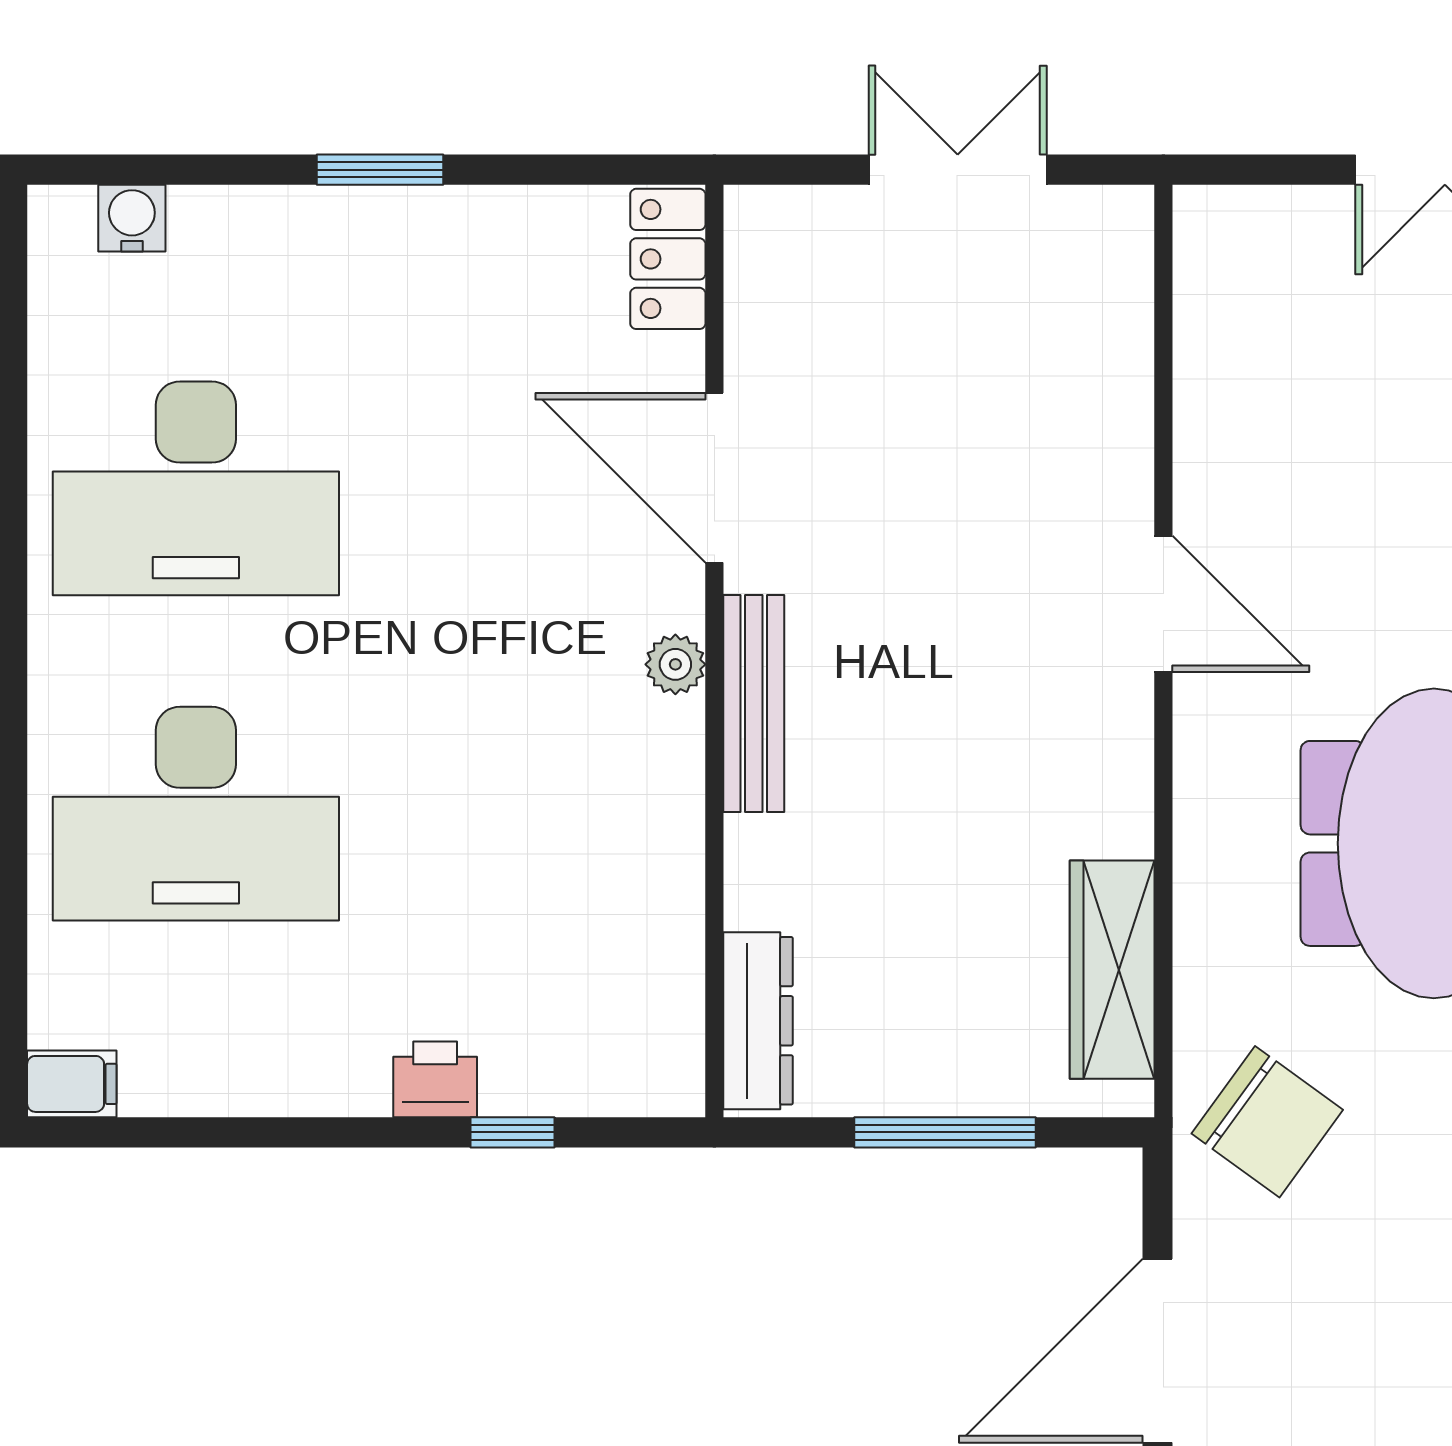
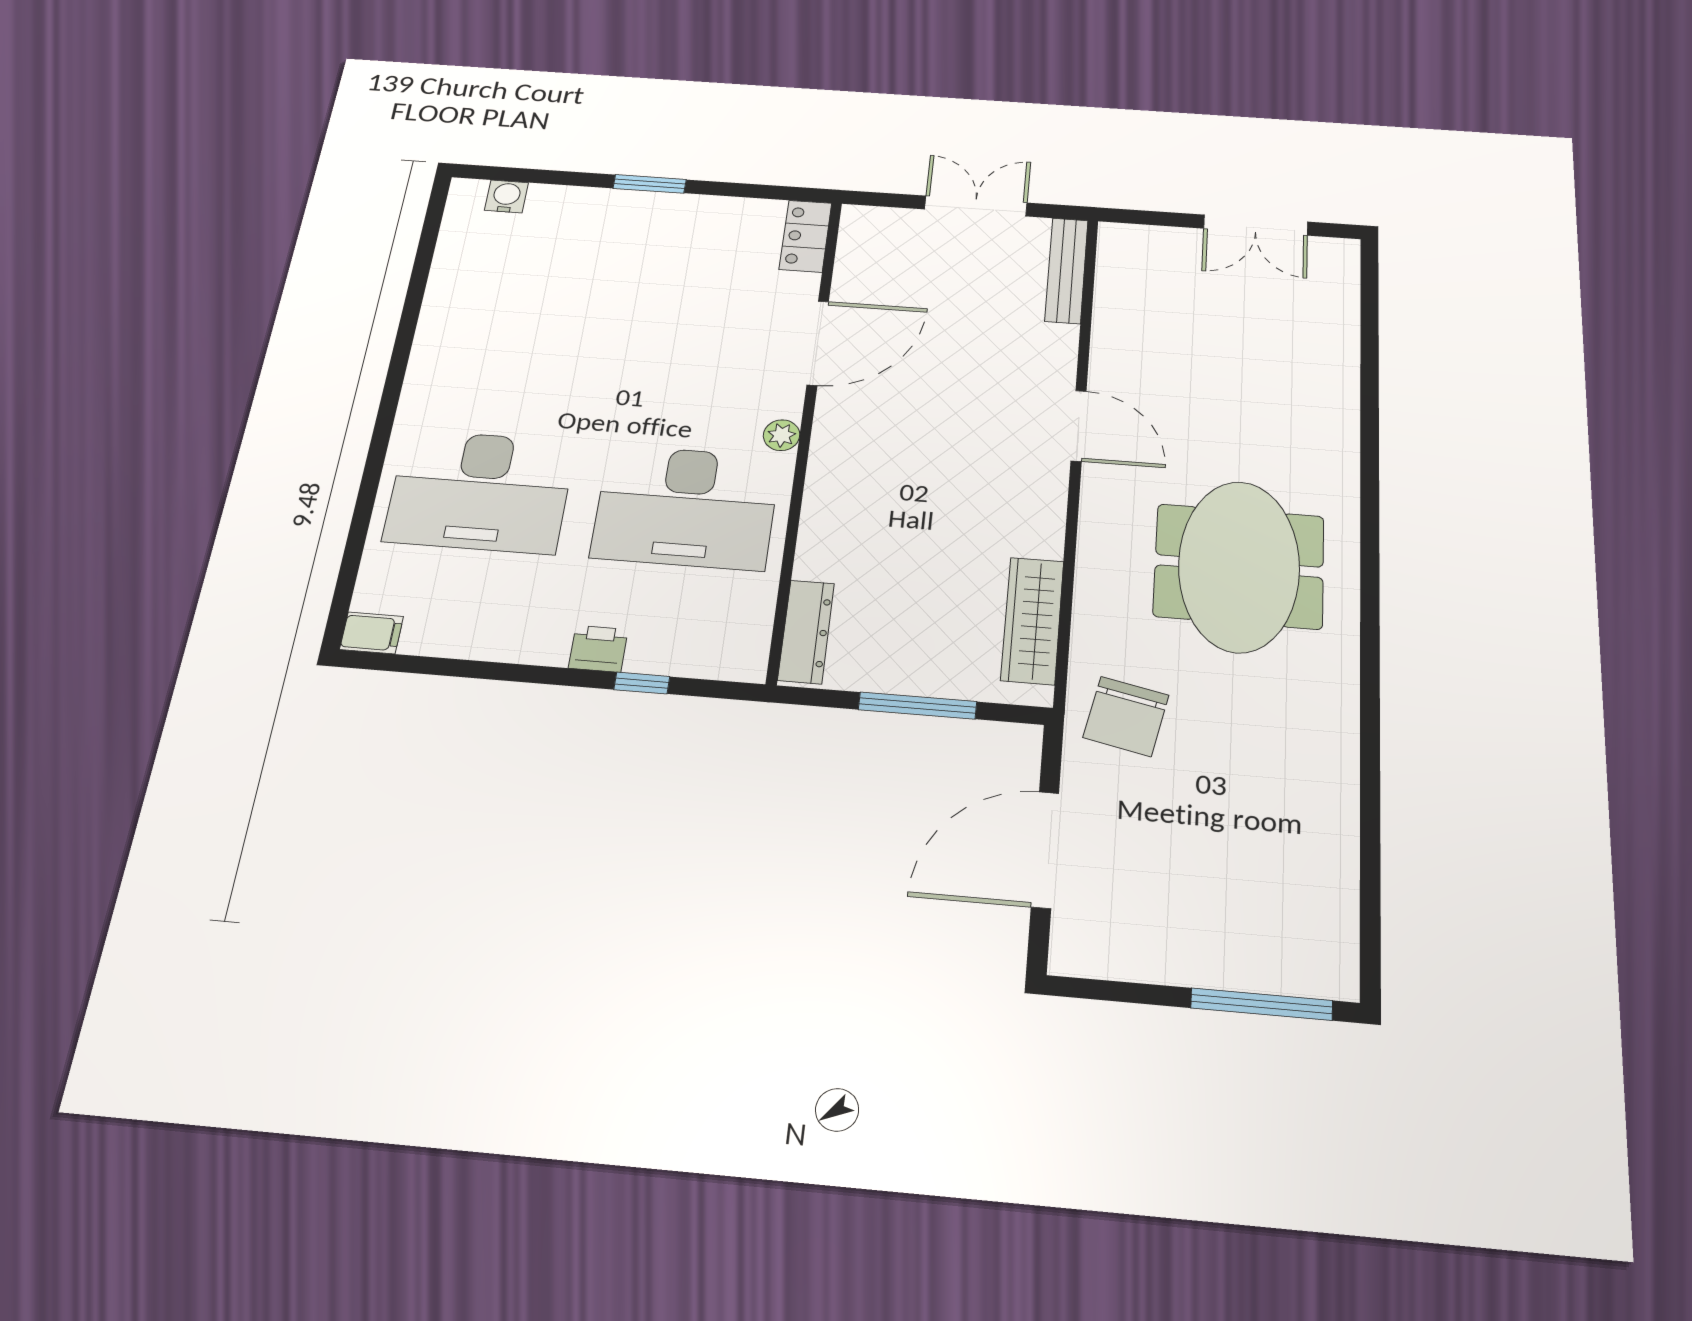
door: (714, 478) -> (818, 343), swing flipped
desk: (196, 488) -> (686, 507), moved
bench: (754, 704) -> (1066, 271), moved
chair: (1267, 1122) -> (1126, 716), turned 66

